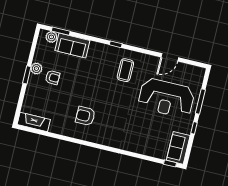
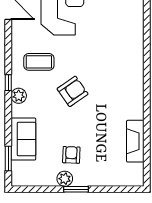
plant: (51, 37) -> (19, 96), moved
armchair: (85, 116) -> (73, 91), moved, turned -125
fireplace: (34, 122) -> (135, 141), moved

